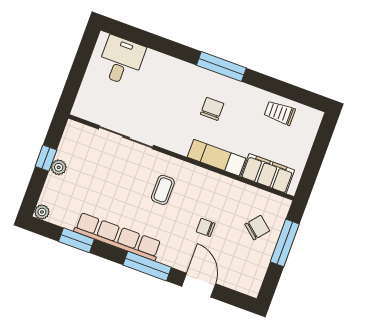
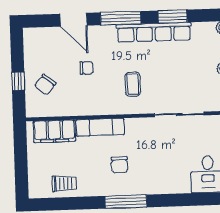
window: (76, 240) -> (173, 16), moved
window: (285, 243) -> (18, 81), width x0.46

